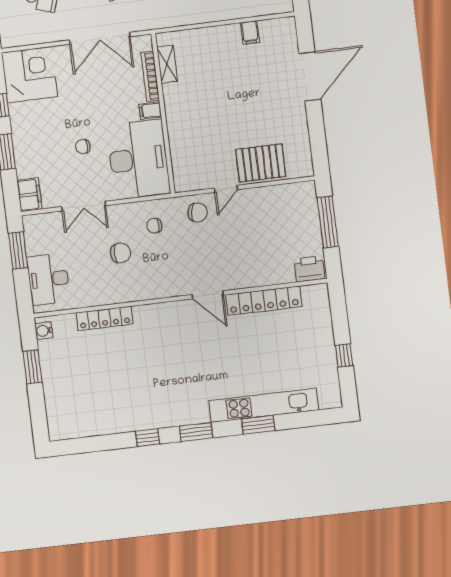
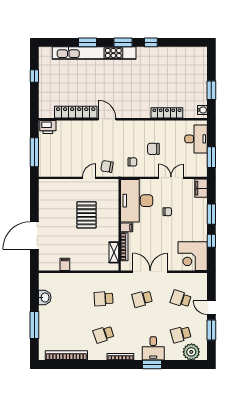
pallet: (261, 163) -> (86, 215), moved, turned 90
kitchen unit: (264, 405) -> (94, 53), width x1.36

